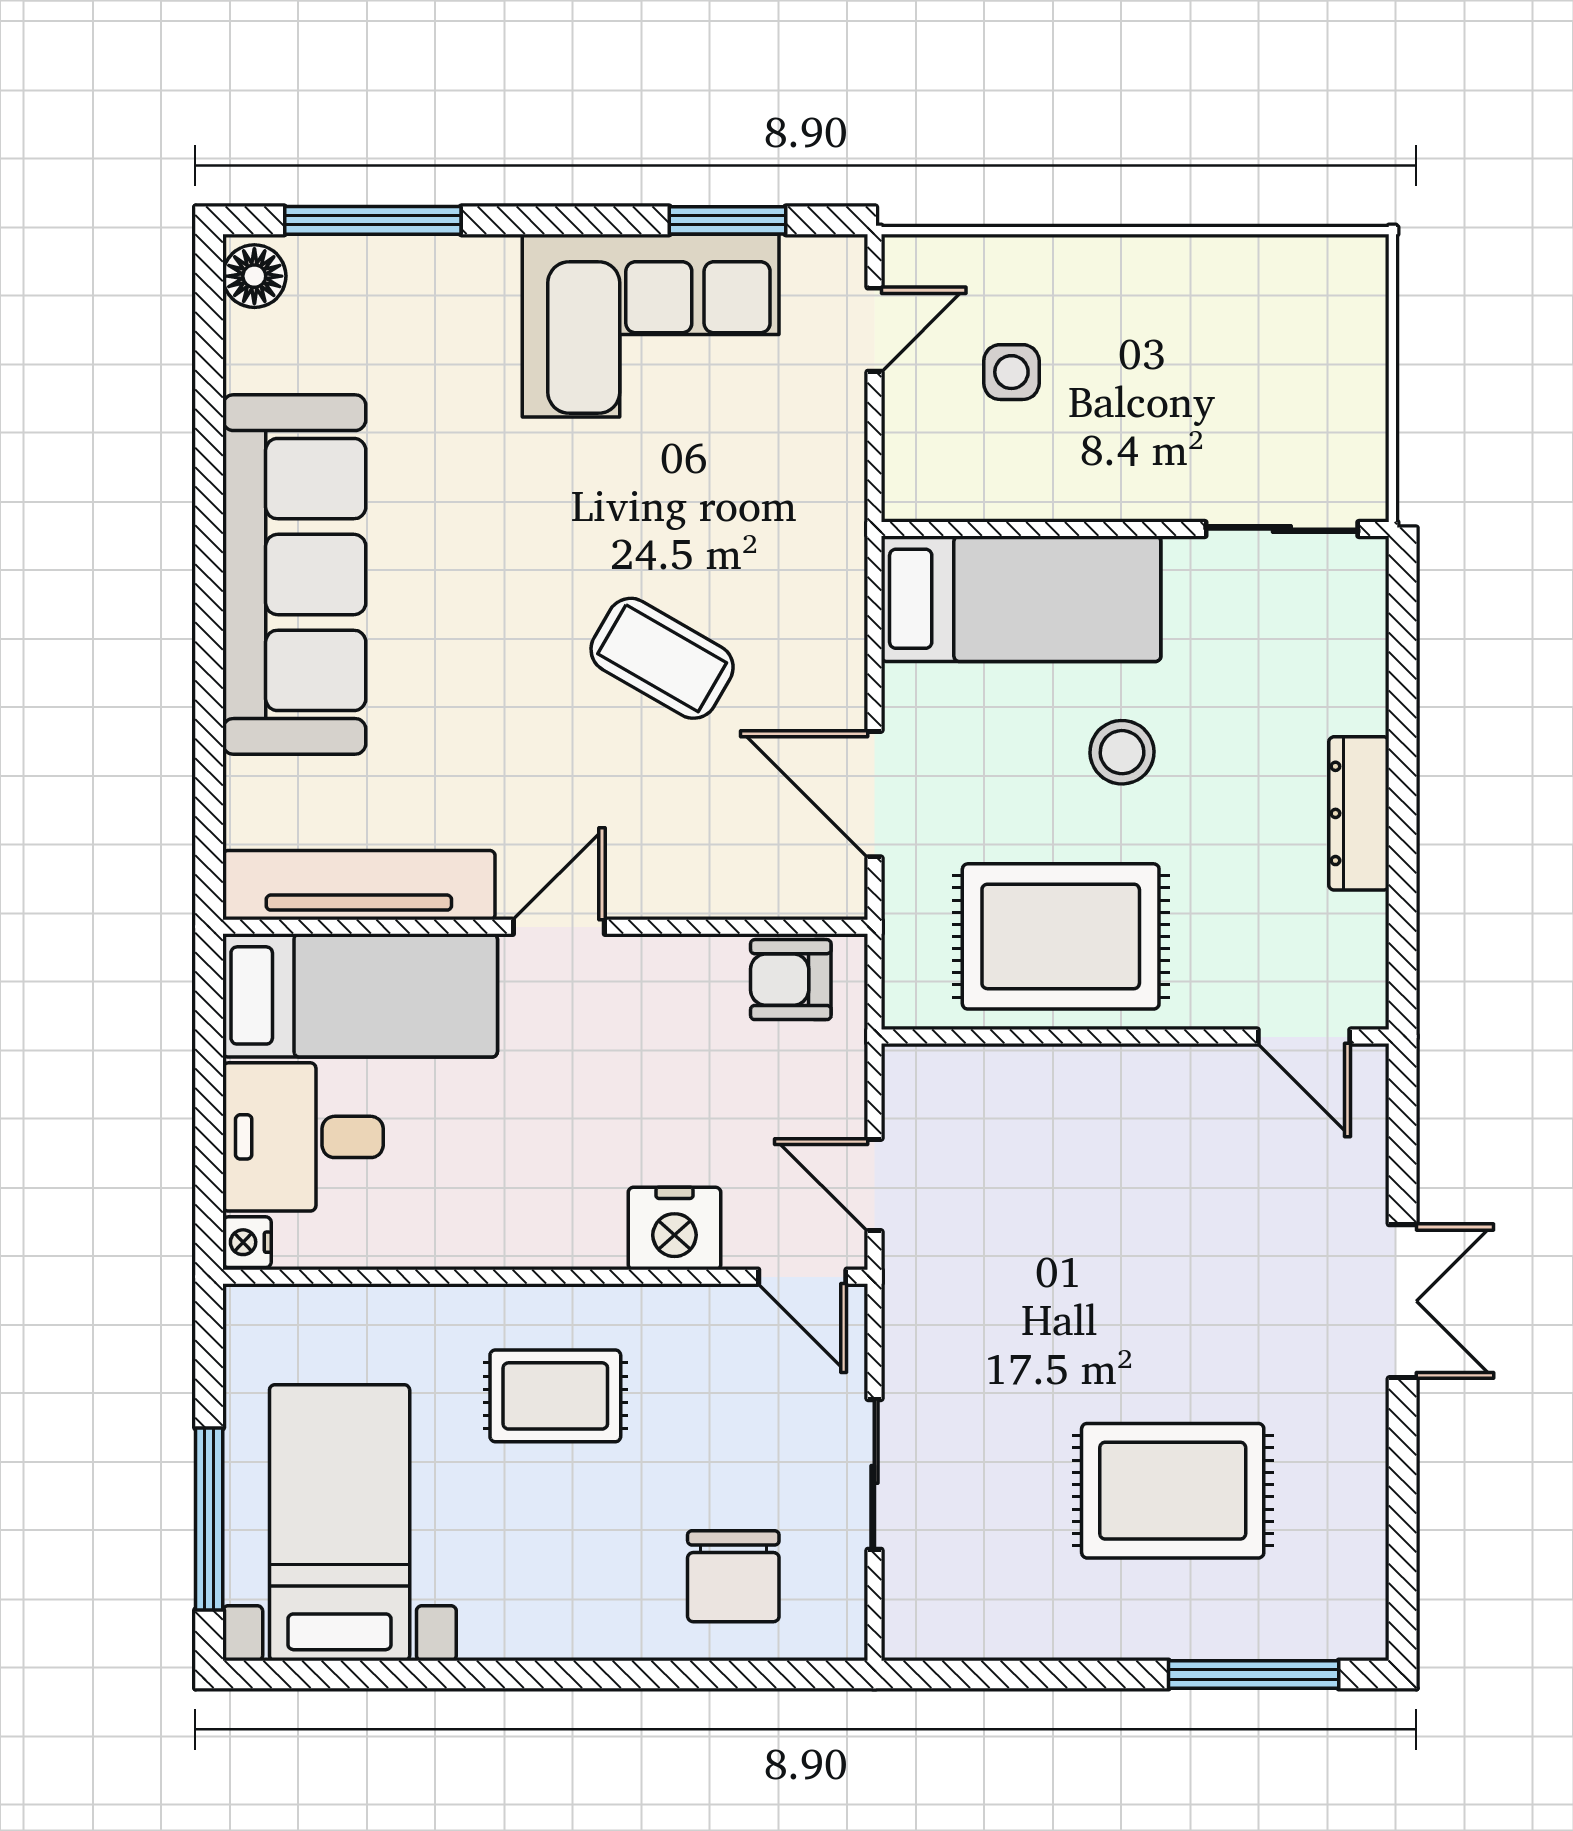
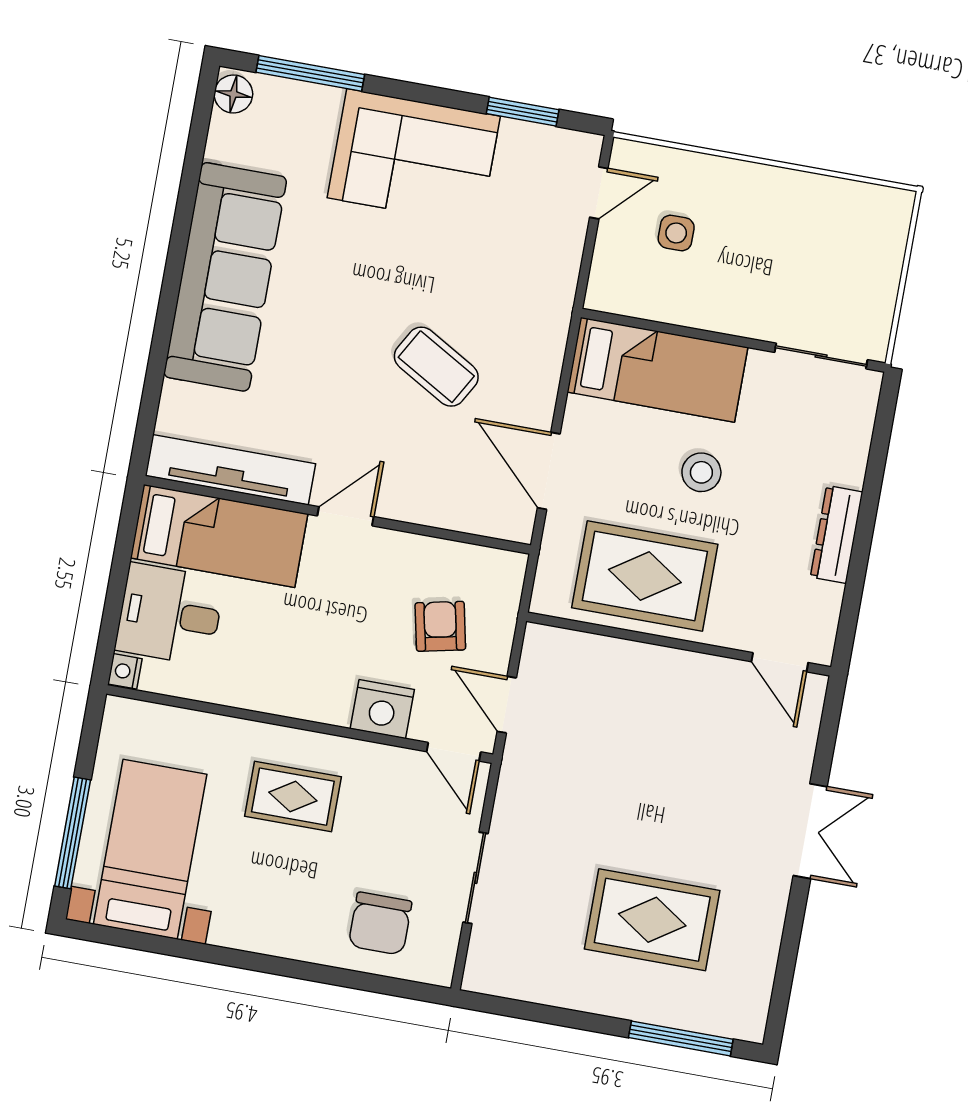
corner sofa: (651, 326) -> (414, 157), moved
armchair: (791, 980) -> (440, 626), moved, turned 78

